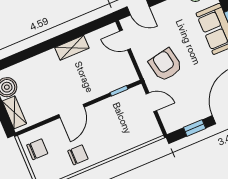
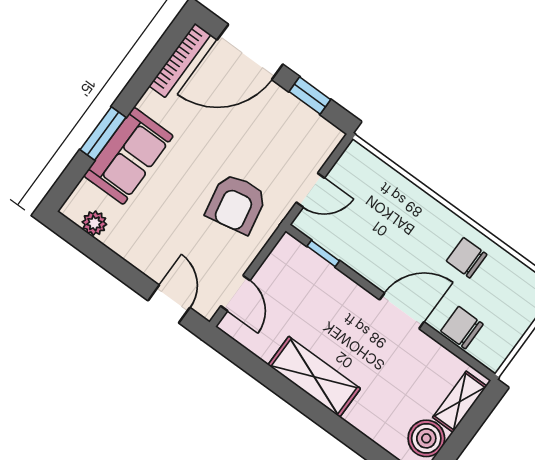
shelving: (72, 48) -> (314, 377), width x1.50, depth x1.33
door: (151, 102) -> (310, 190), swing flipped
chair: (37, 149) -> (462, 328), moved

